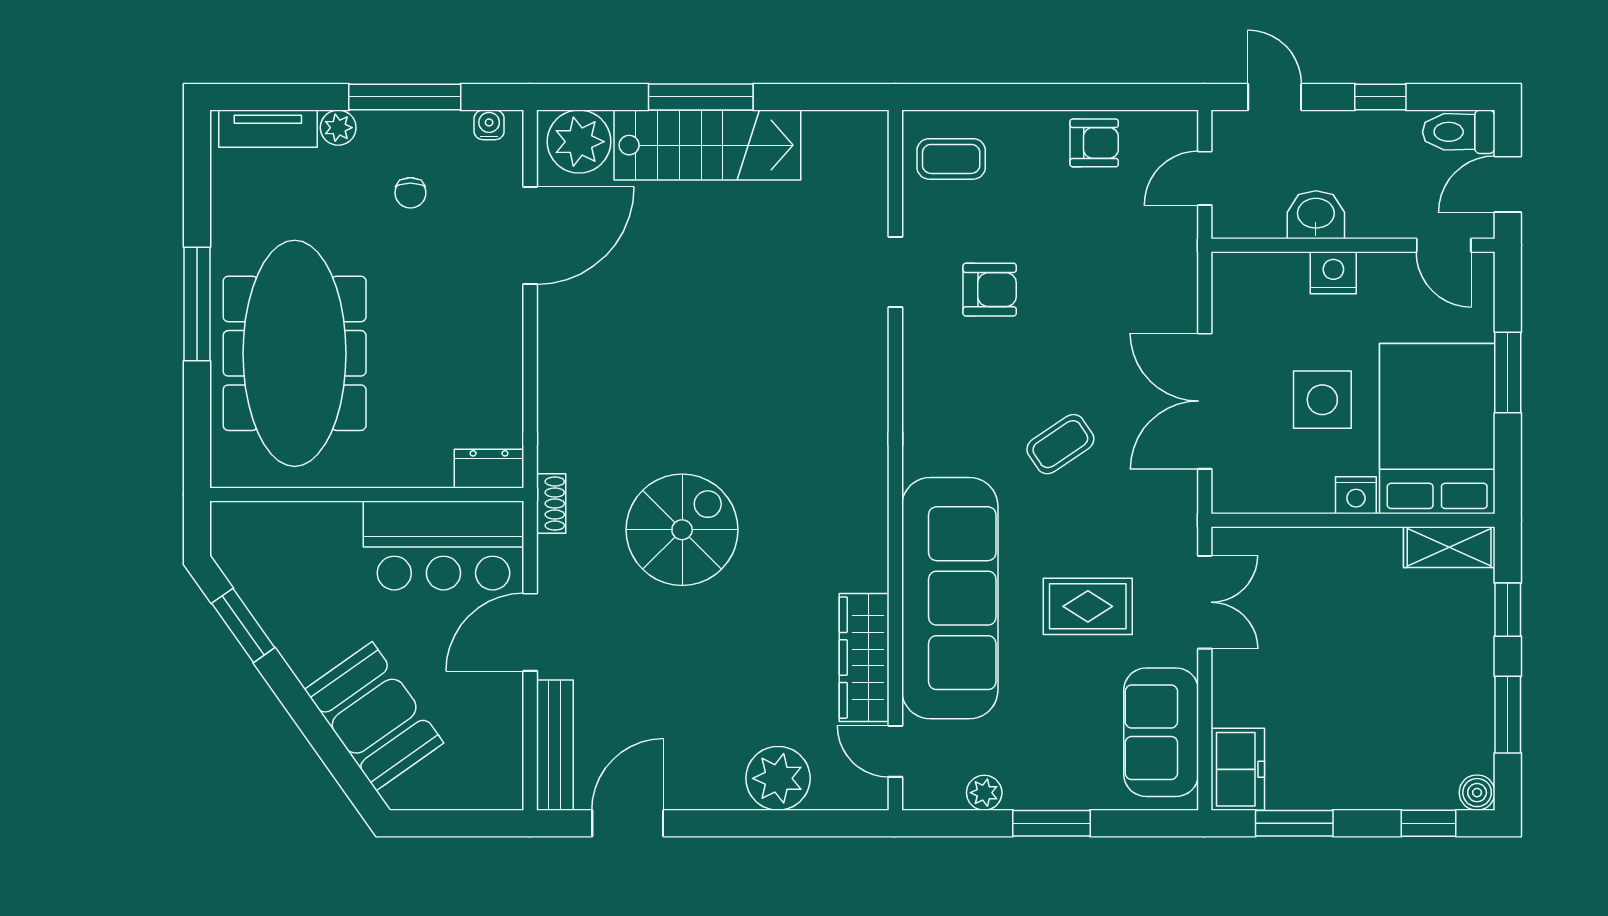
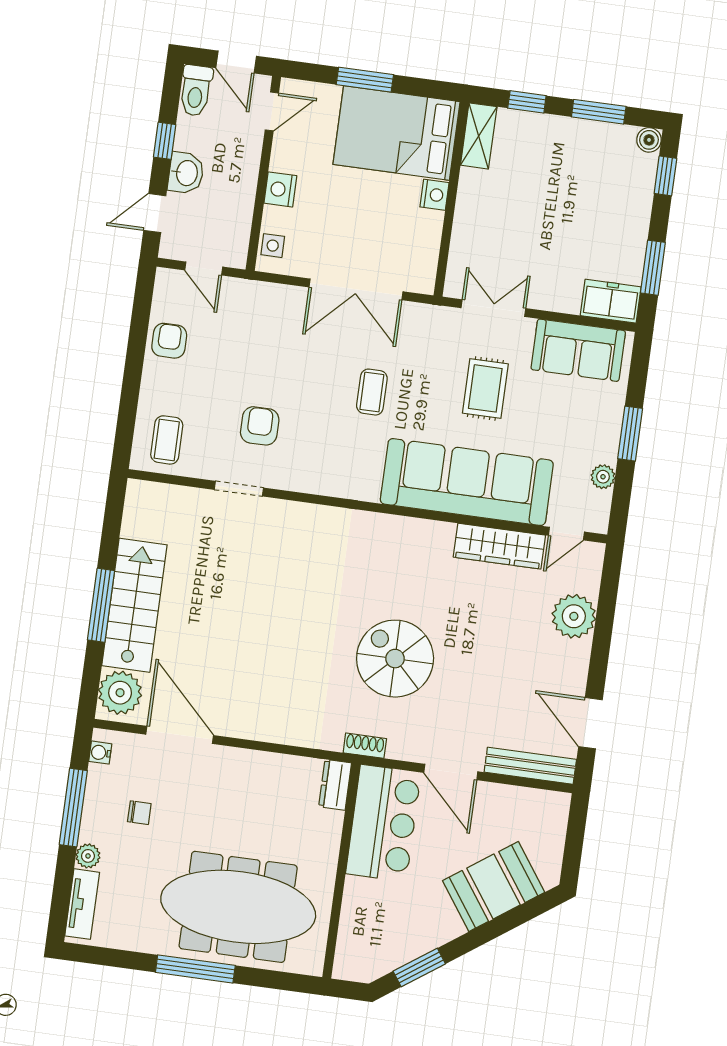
washbasin: (1316, 215) -> (186, 173), moved, turned 180
side table: (1322, 400) -> (273, 246), moved, width x0.54, depth x0.54
coffee table: (1060, 444) -> (372, 392), turned 34

